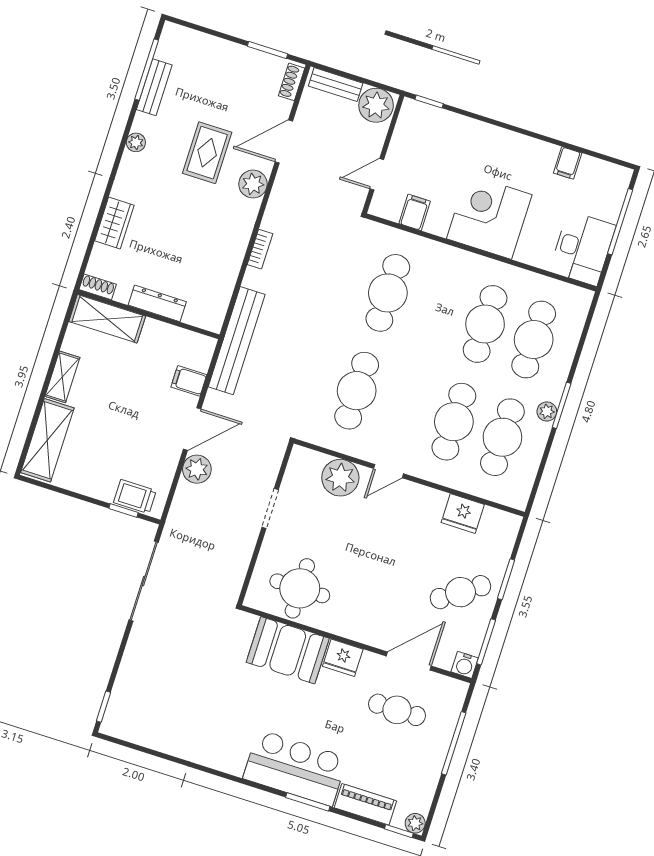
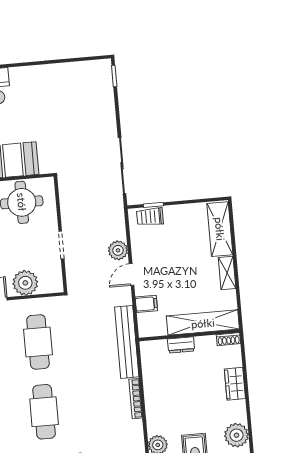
plant: (136, 142) -> (236, 435), width x1.87, depth x1.87
bookcase: (260, 249) -> (136, 399), width x1.56
dresser: (157, 303) -> (181, 345), width x0.70
shelving: (107, 319) -> (203, 323), width x1.47
door: (192, 429) -> (132, 274), width x0.73
trolley: (135, 497) -> (150, 217), turned 180

